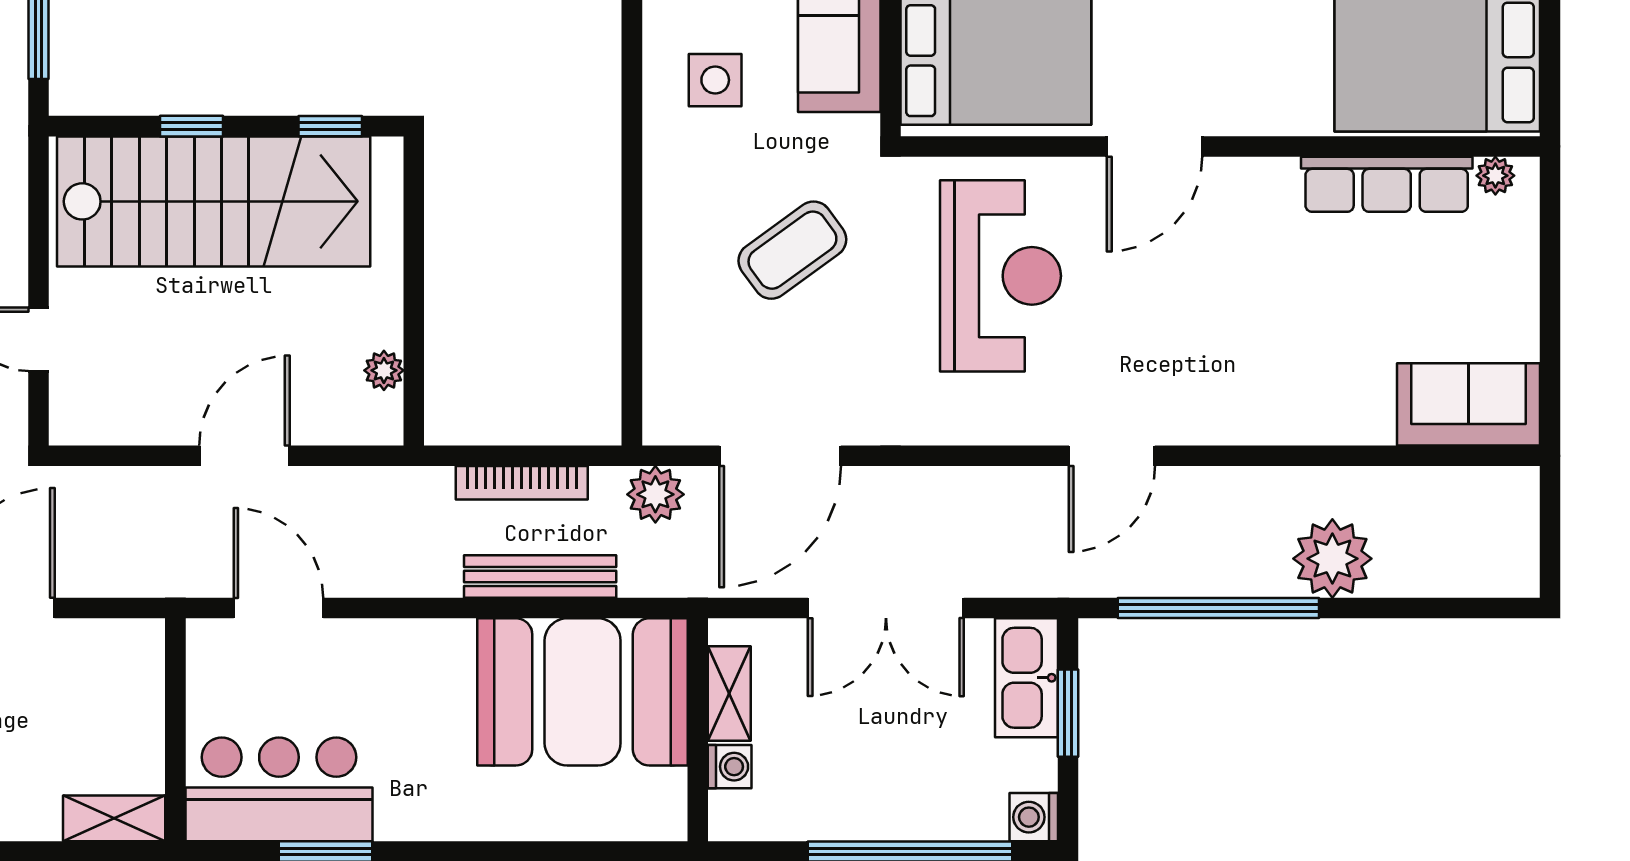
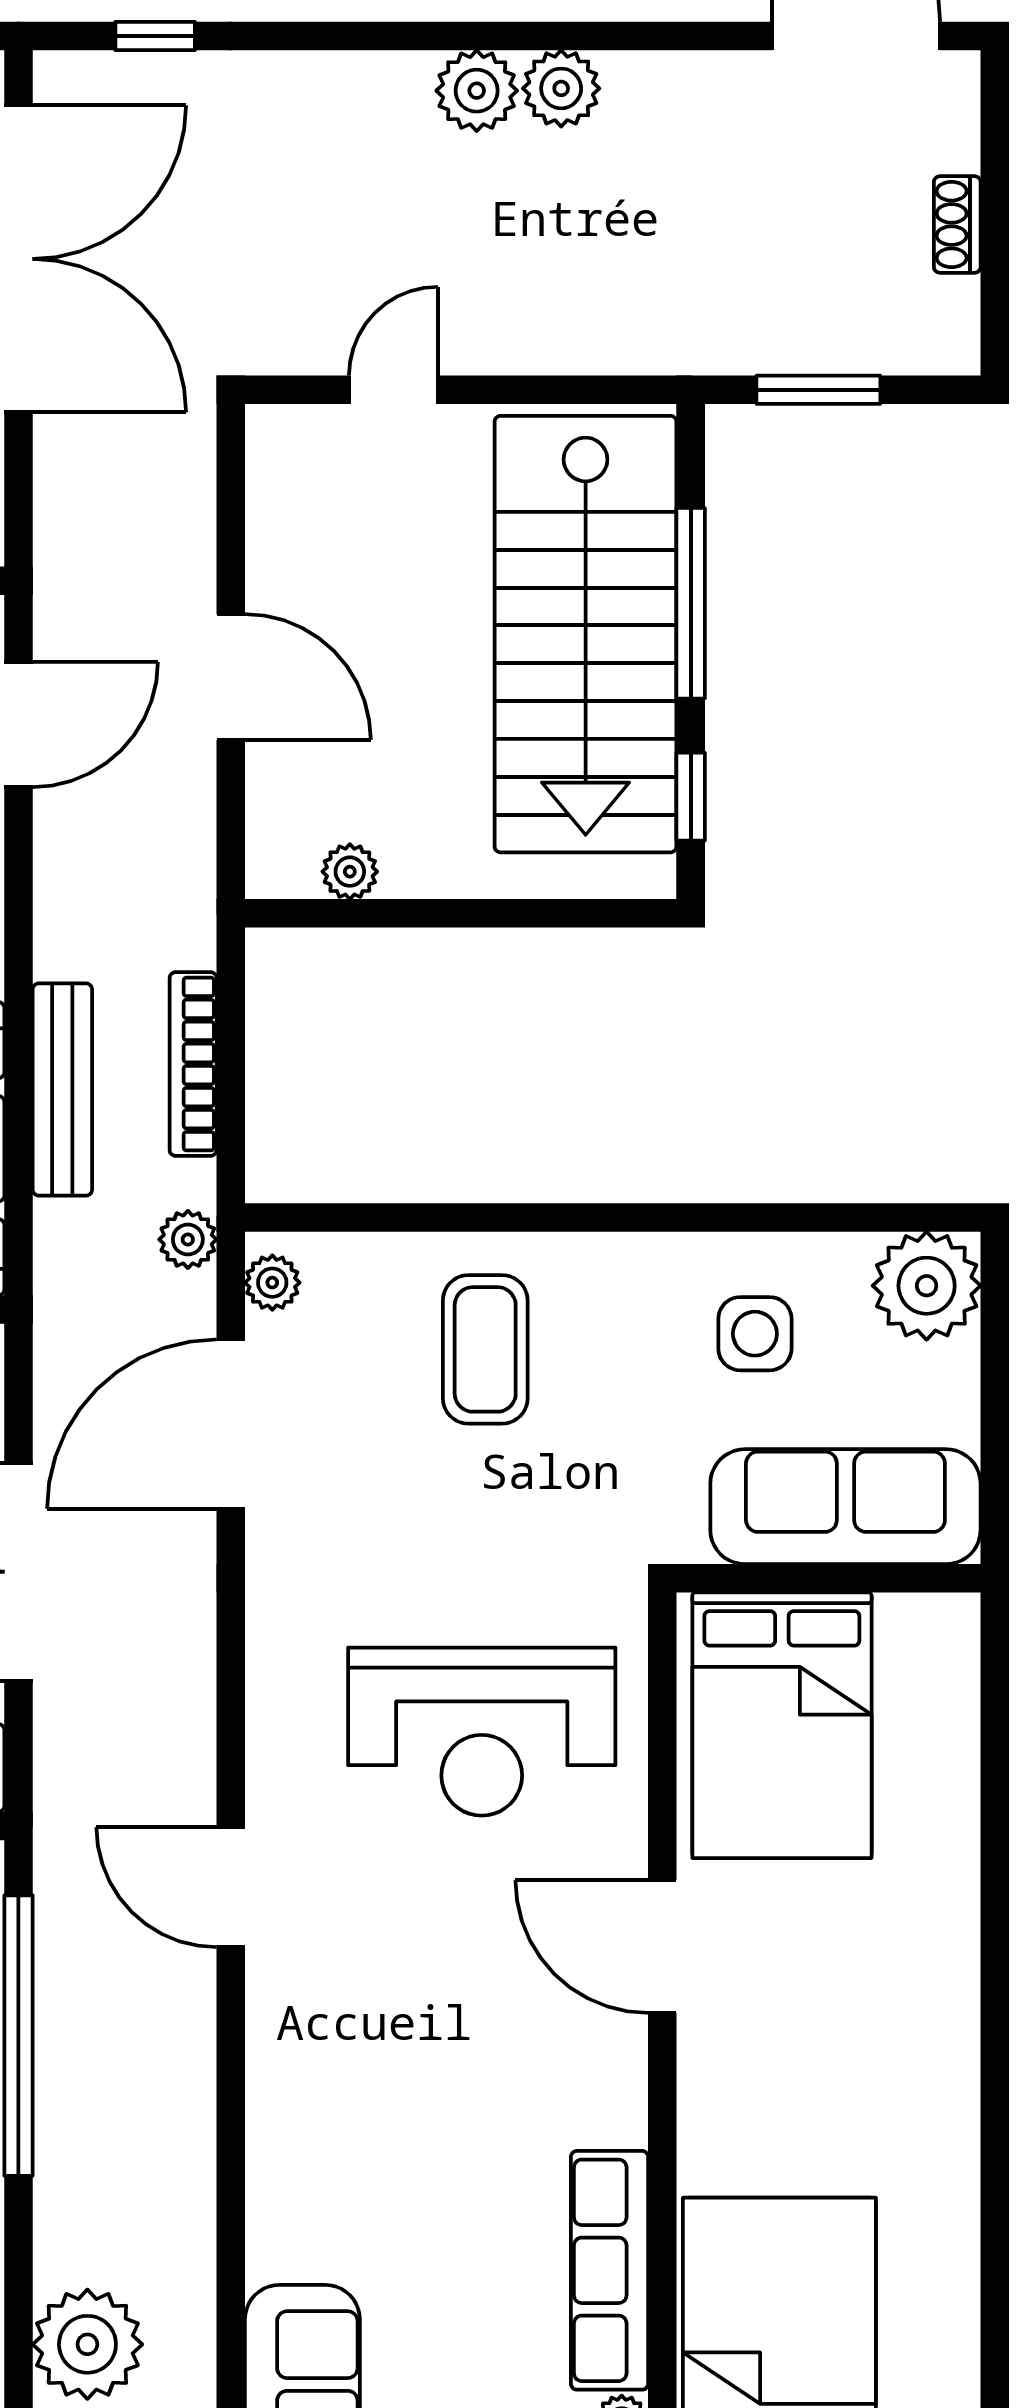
window: (192, 126) -> (691, 603), width x2.17
coffee table: (792, 250) -> (485, 1349), moved, turned 36
plant: (679, 426) -> (272, 1283), added
door: (780, 456) -> (231, 1424), hinge flipped
plant: (655, 494) -> (188, 1239), width x0.73, depth x0.73
plant: (1332, 559) -> (87, 2344), moved

